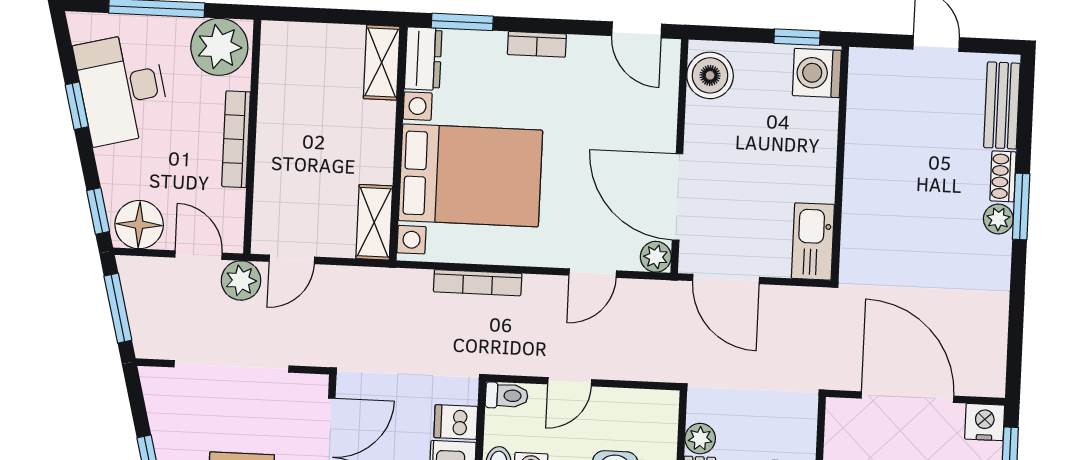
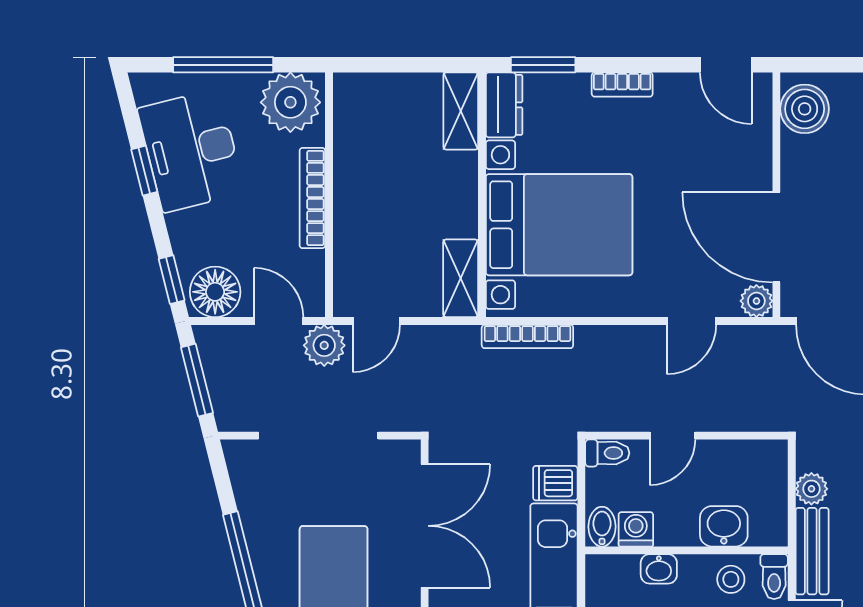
bookcase: (478, 283) -> (527, 336), moved

